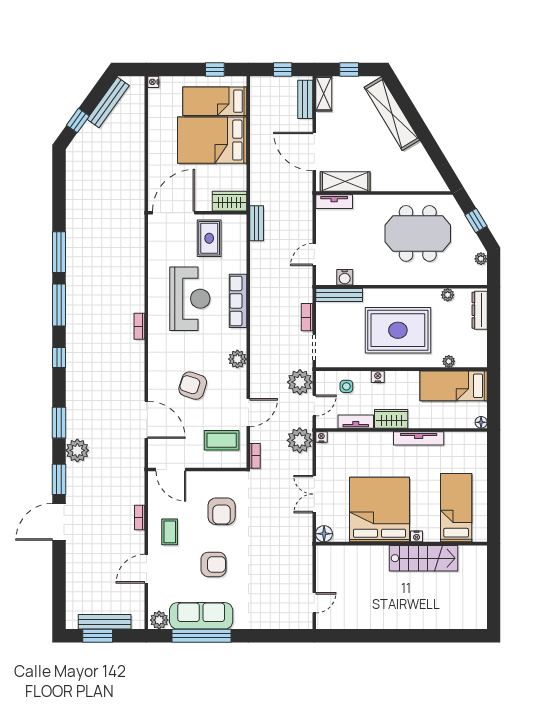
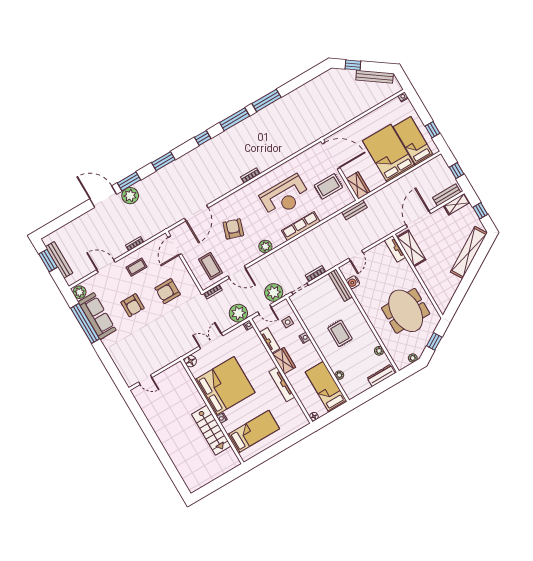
door: (314, 255) -> (356, 256), swing flipped
rug: (398, 330) -> (340, 333), width x0.54, depth x0.49
plant: (77, 450) -> (130, 196), moved

